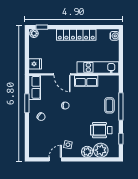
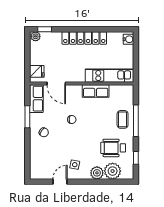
door: (62, 74) -> (56, 84), moved

